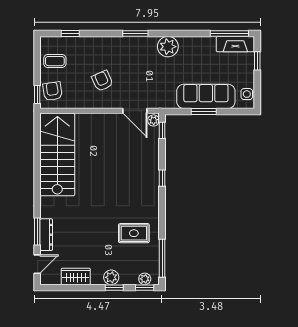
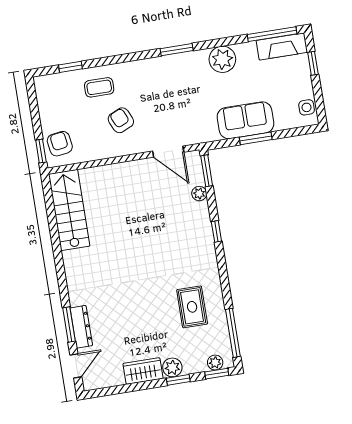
window: (135, 33) -> (177, 50), moved
plant: (168, 47) -> (222, 59), moved
coffee table: (55, 61) -> (99, 87), moved
sofa: (206, 96) -> (245, 120), width x0.73
plant: (154, 120) -> (199, 194), moved
window: (162, 130) -> (207, 171), width x1.50
stairs: (57, 154) -> (69, 210), width x0.73, depth x0.66
rug: (134, 233) -> (192, 307), turned 90
wardrobe: (76, 276) -> (143, 371), moved

